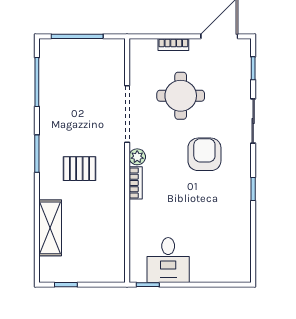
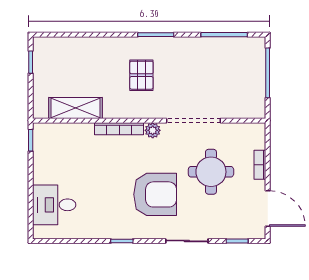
armchair: (204, 154) -> (155, 194), width x1.36, depth x1.36
bookcase: (136, 183) -> (119, 129), width x1.56
shelving: (50, 228) -> (75, 108), moved
desk: (168, 260) -> (54, 205), moved

